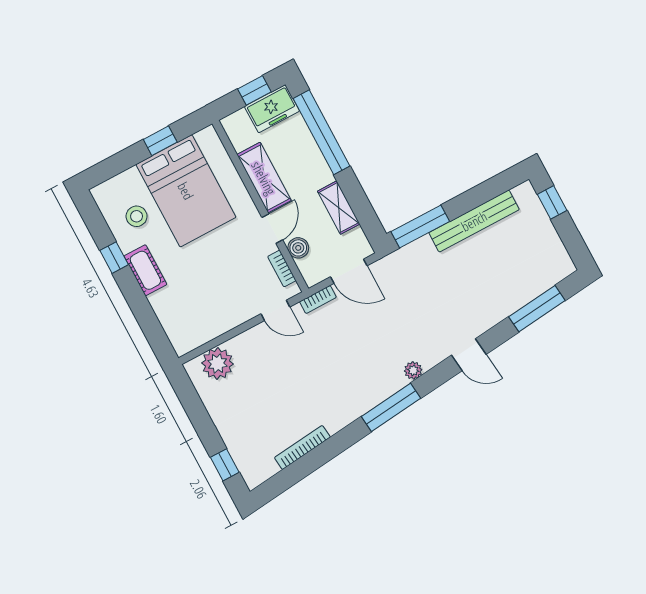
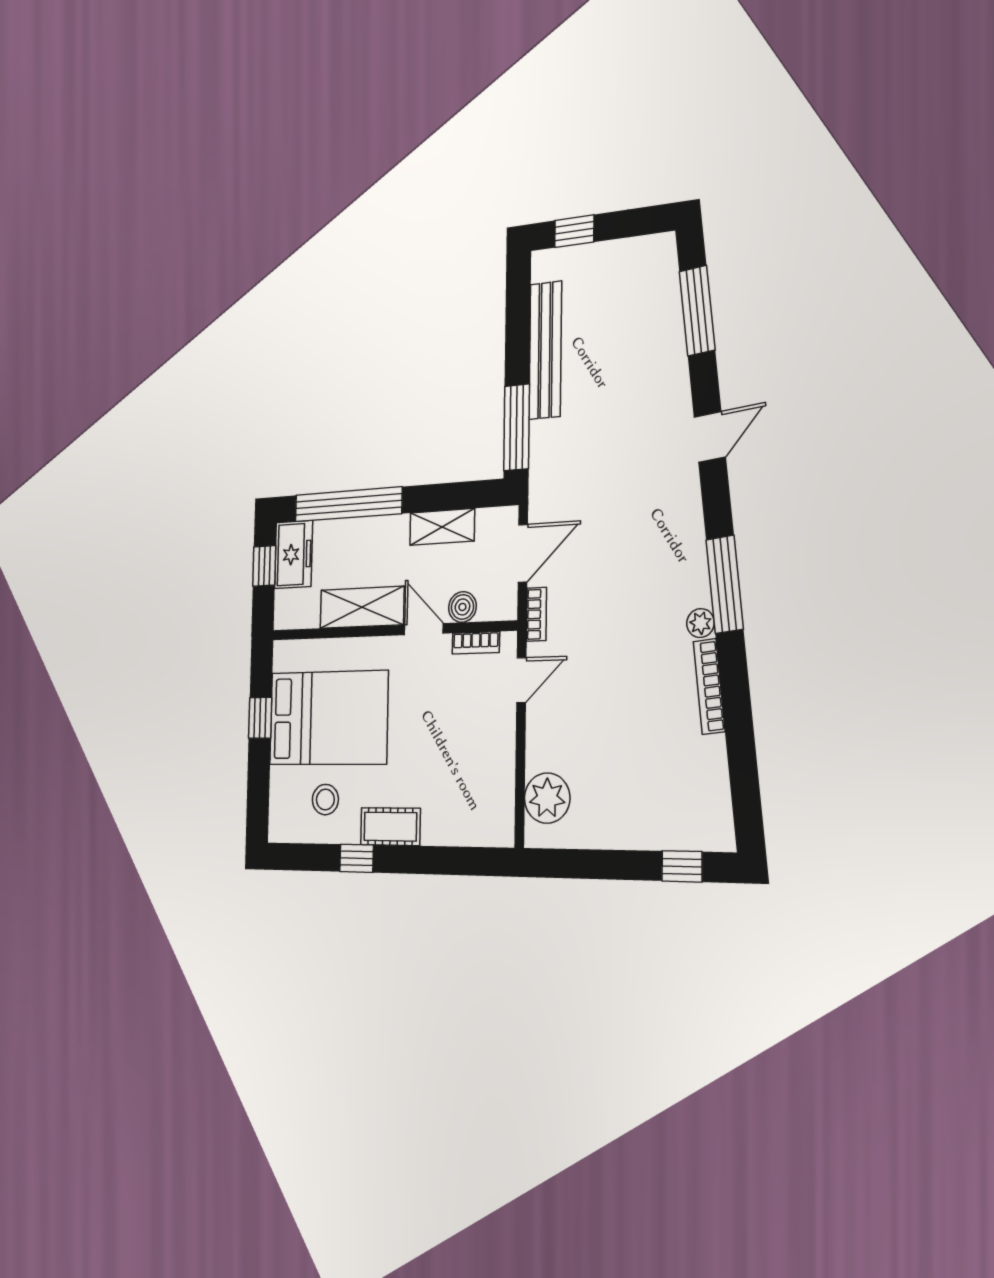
plant: (413, 370) -> (700, 623), moved
bookcase: (302, 447) -> (709, 686), moved

